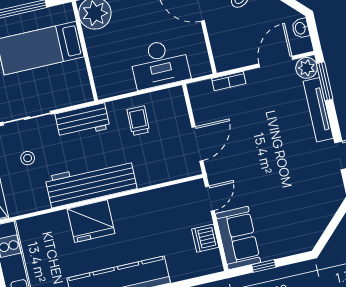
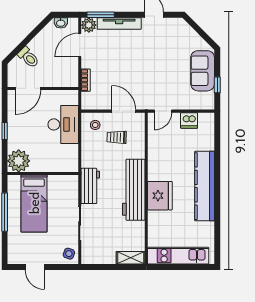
door: (276, 62) -> (80, 45), hinge flipped
trolley: (138, 121) -> (117, 137), moved
stool: (28, 158) -> (95, 125), moved
door: (210, 199) -> (163, 111), swing flipped
sofa: (238, 238) -> (203, 71), moved, turned -90

